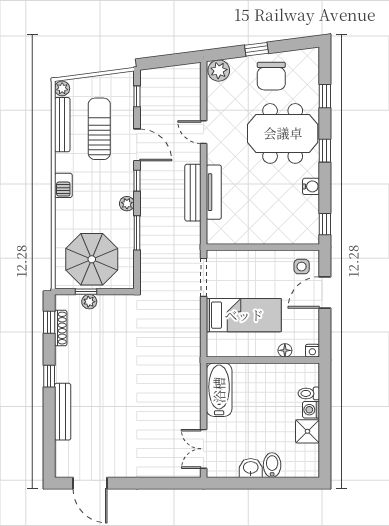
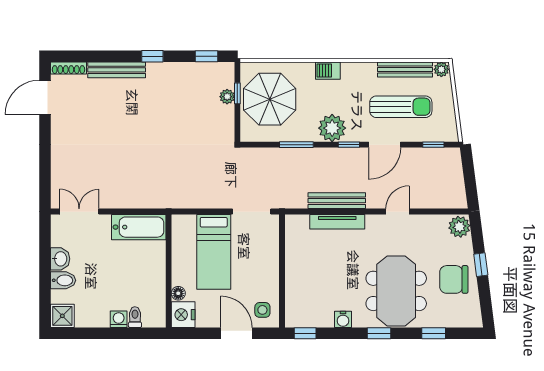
barbecue: (63, 185) -> (328, 71), moved
plant: (127, 204) -> (332, 128), width x1.88, depth x1.88
shoe rack: (61, 328) -> (68, 68), moved
nightstand: (312, 351) -> (183, 315), width x1.89, depth x1.79
shower: (307, 431) -> (62, 316), moved

